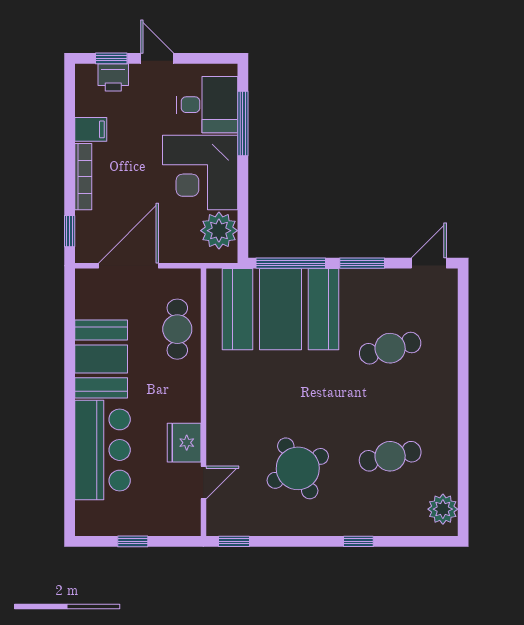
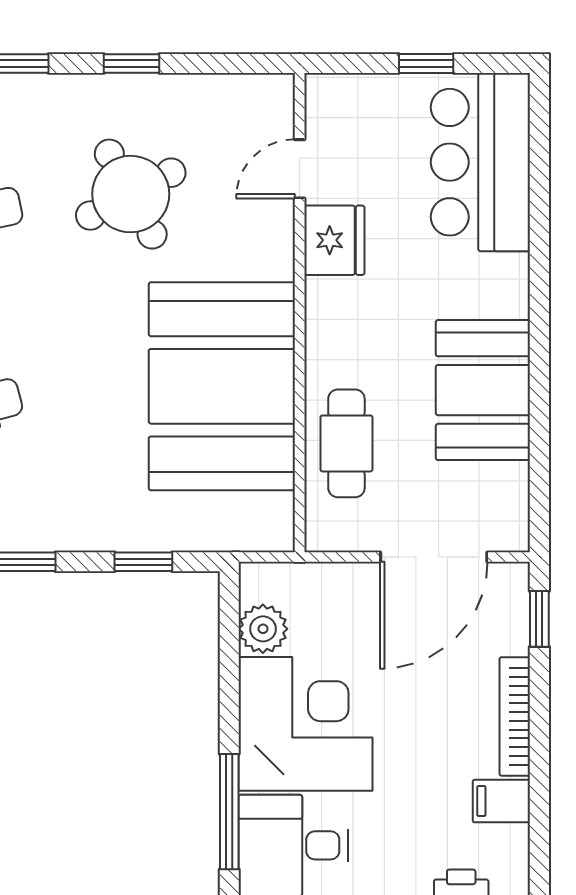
plant: (219, 231) -> (263, 629), width x0.73, depth x0.73
window: (291, 263) -> (143, 562), width x0.46
booth: (280, 309) -> (222, 386), moved, turned 90
bar counter: (102, 450) -> (480, 162), moved
window: (234, 541) -> (131, 64), moved

